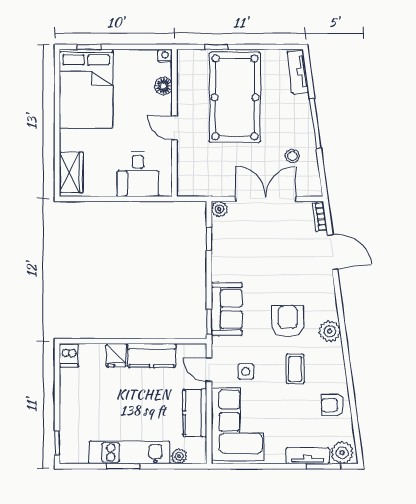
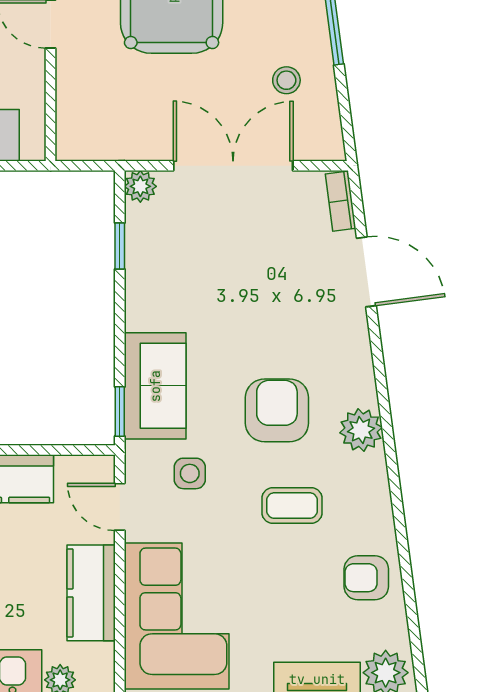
coffee table: (295, 369) -> (292, 506), turned 90
side table: (246, 371) -> (190, 473), moved

